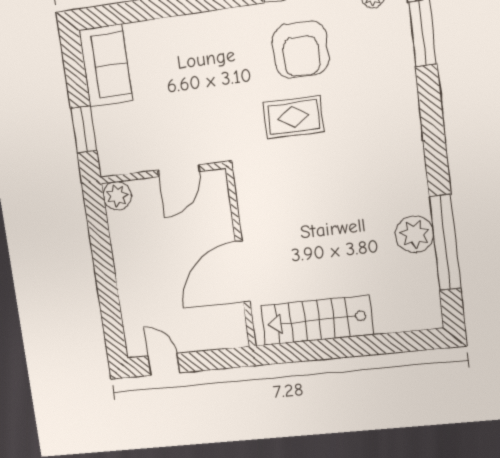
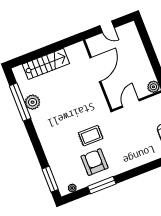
stairs: (317, 320) -> (46, 64), moved
door: (164, 364) -> (107, 27), moved

